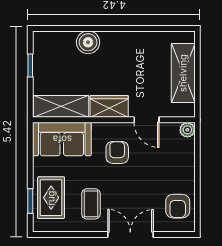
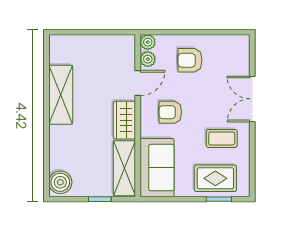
boiler: (88, 42) -> (60, 182), moved
window: (30, 65) -> (100, 199), moved
shelving: (183, 73) -> (61, 95), moved, turned 90
plant: (170, 130) -> (148, 59), added
armchair: (178, 206) -> (190, 60), moved, turned 180

